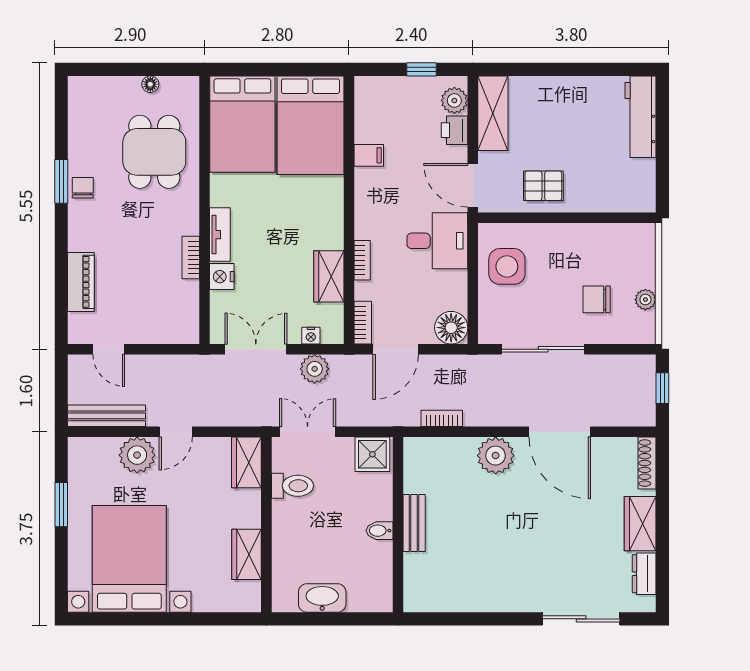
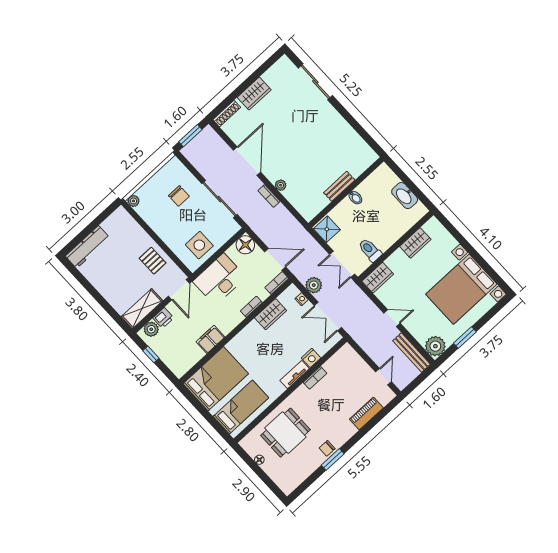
bed: (242, 124) -> (241, 407), width x0.67
filing cabinet: (369, 155) -> (210, 339), width x2.00
desk: (437, 241) -> (219, 279), width x1.37
plant: (645, 300) -> (133, 201), moved
window: (662, 388) -> (190, 136), width x1.50
bookcase: (442, 418) -> (269, 196), moved
plant: (137, 455) -> (435, 346), moved
plant: (496, 456) -> (281, 185), width x0.53, depth x0.53
dresser: (644, 574) -> (273, 73), removed

